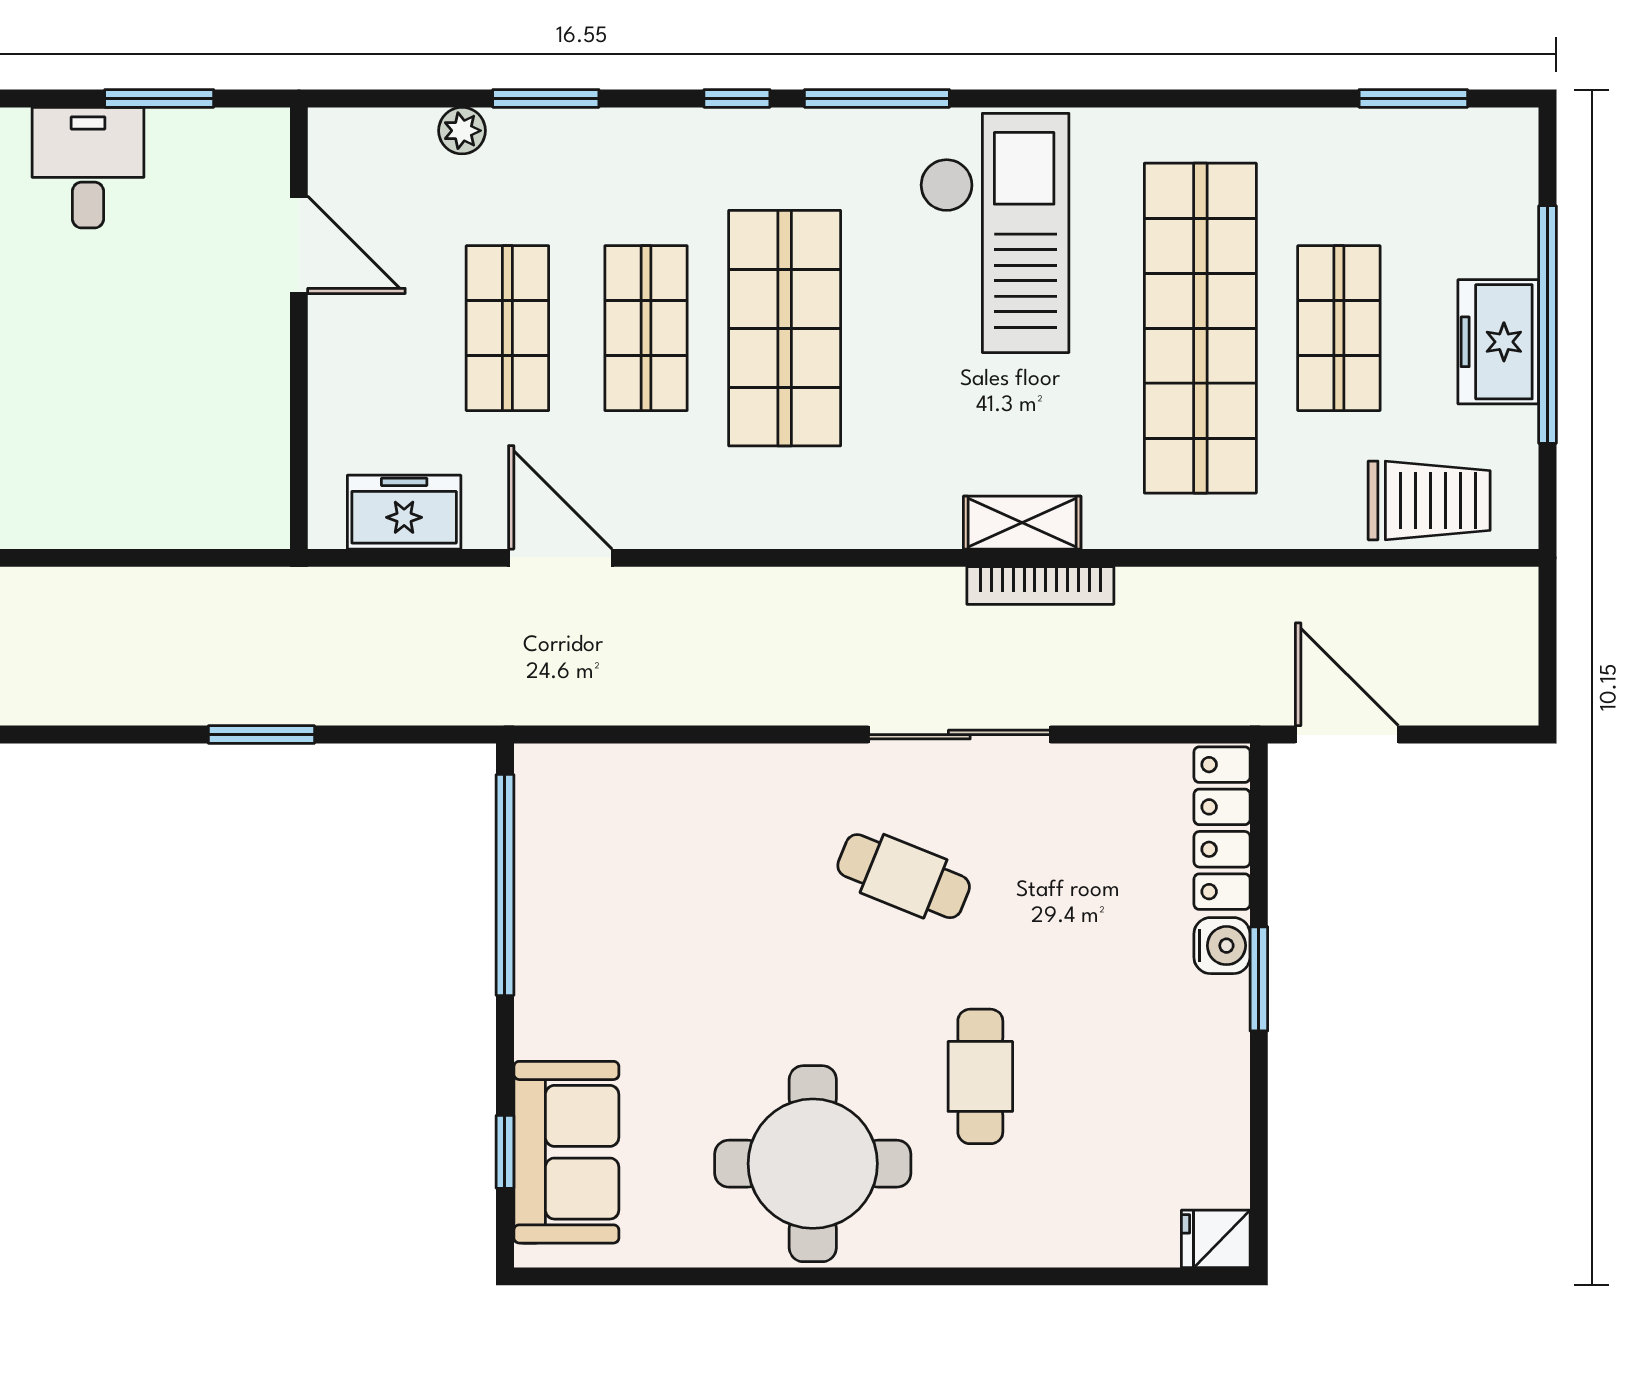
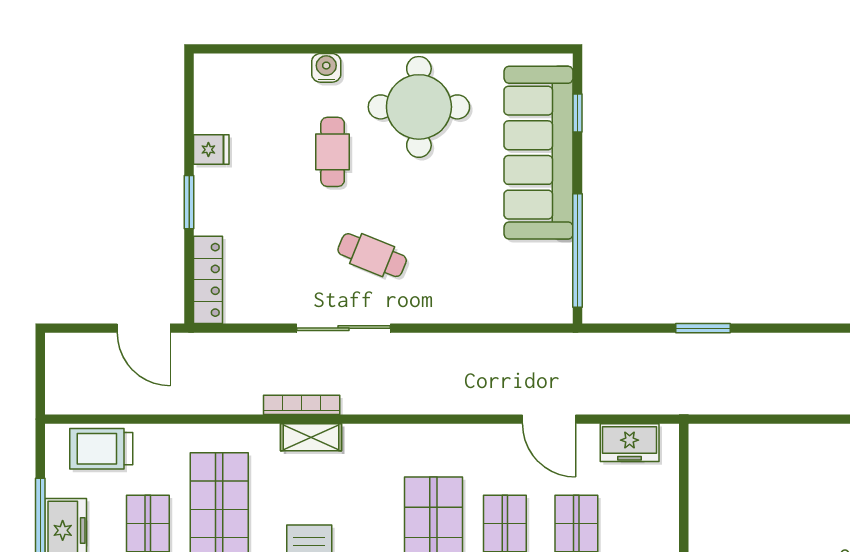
water cooler: (1222, 946) -> (326, 68), moved, turned 90
sofa: (566, 1152) -> (539, 153), width x1.85, depth x1.27
fridge: (1216, 1239) -> (211, 150), moved

